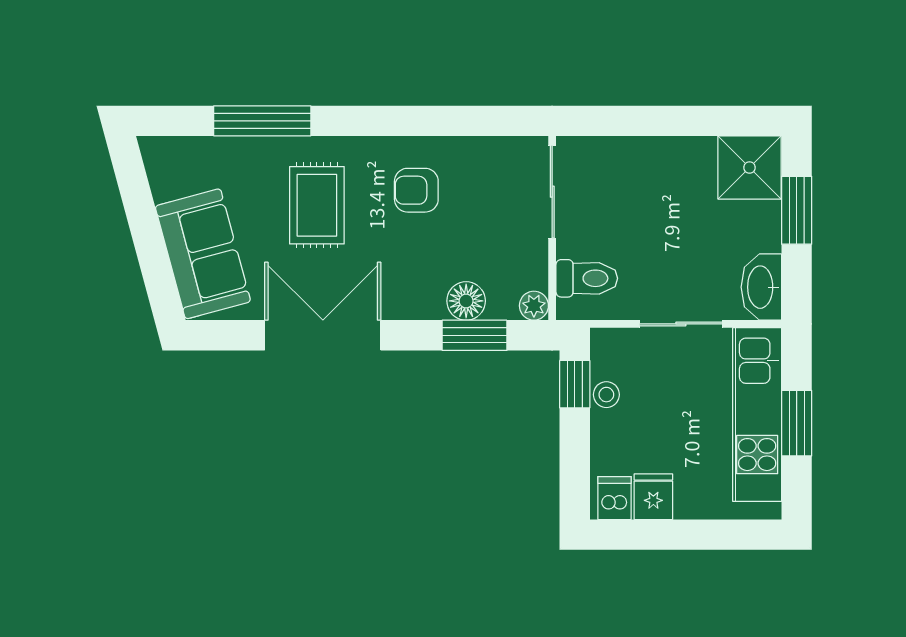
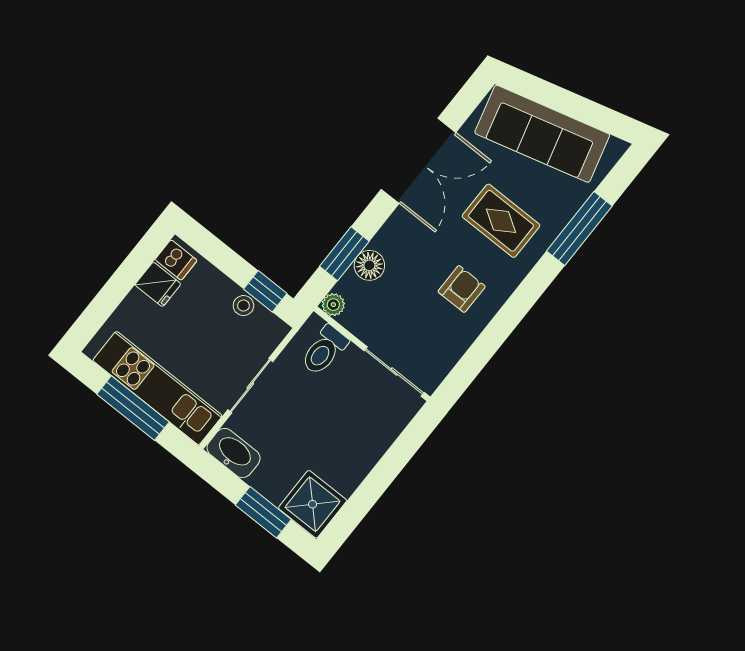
sofa: (203, 254) -> (542, 134), width x1.36
window: (797, 423) -> (133, 408), width x1.44

